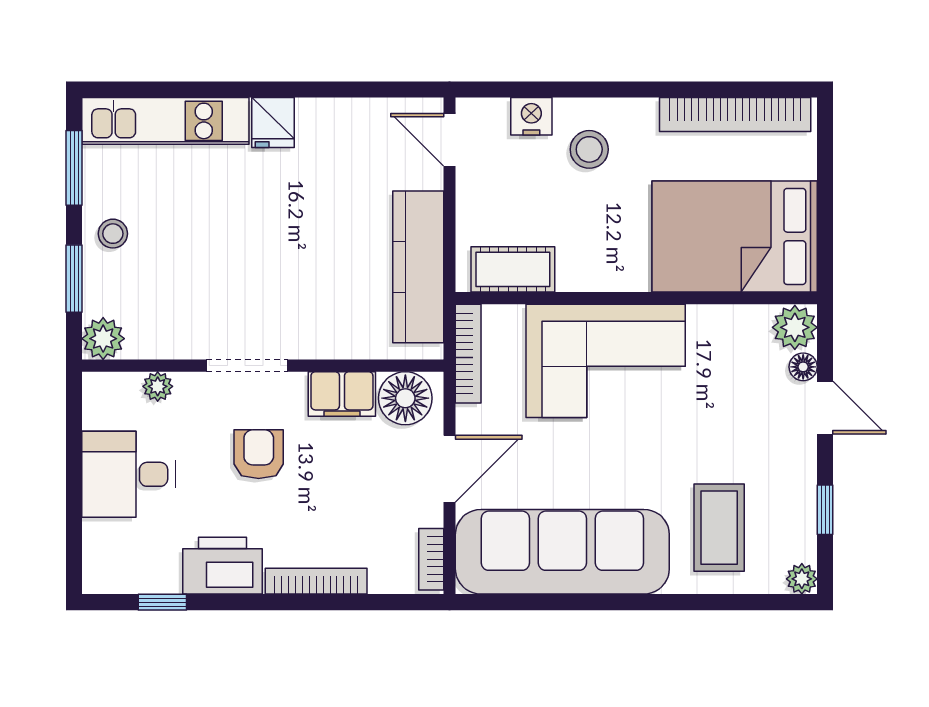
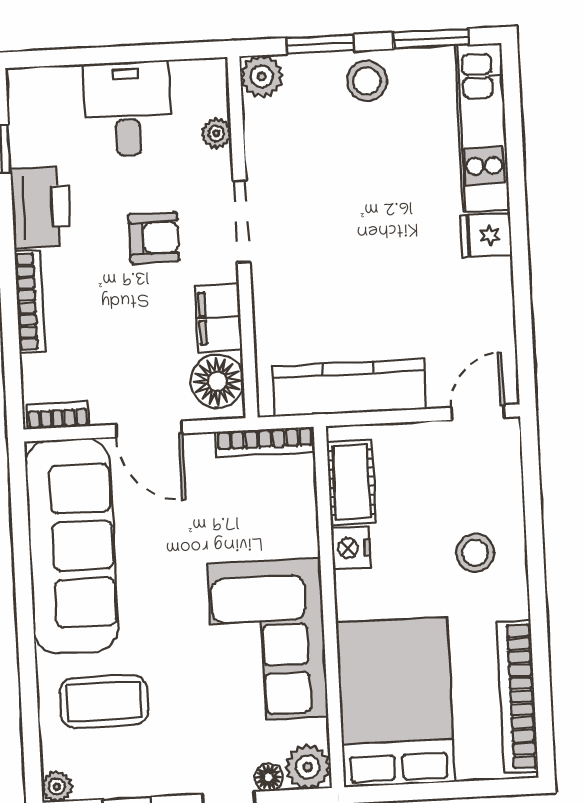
nightstand: (531, 116) -> (351, 548), moved, turned 180
stool: (113, 234) -> (367, 81), width x1.37, depth x1.37
corner sofa: (606, 361) -> (268, 640), moved

